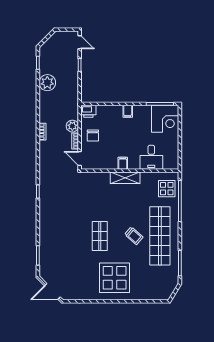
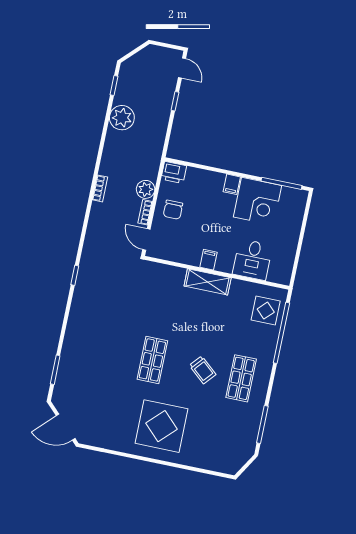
corner desk: (165, 119) -> (258, 201), moved
shop shelf: (160, 236) -> (241, 378), width x0.50, depth x0.74

